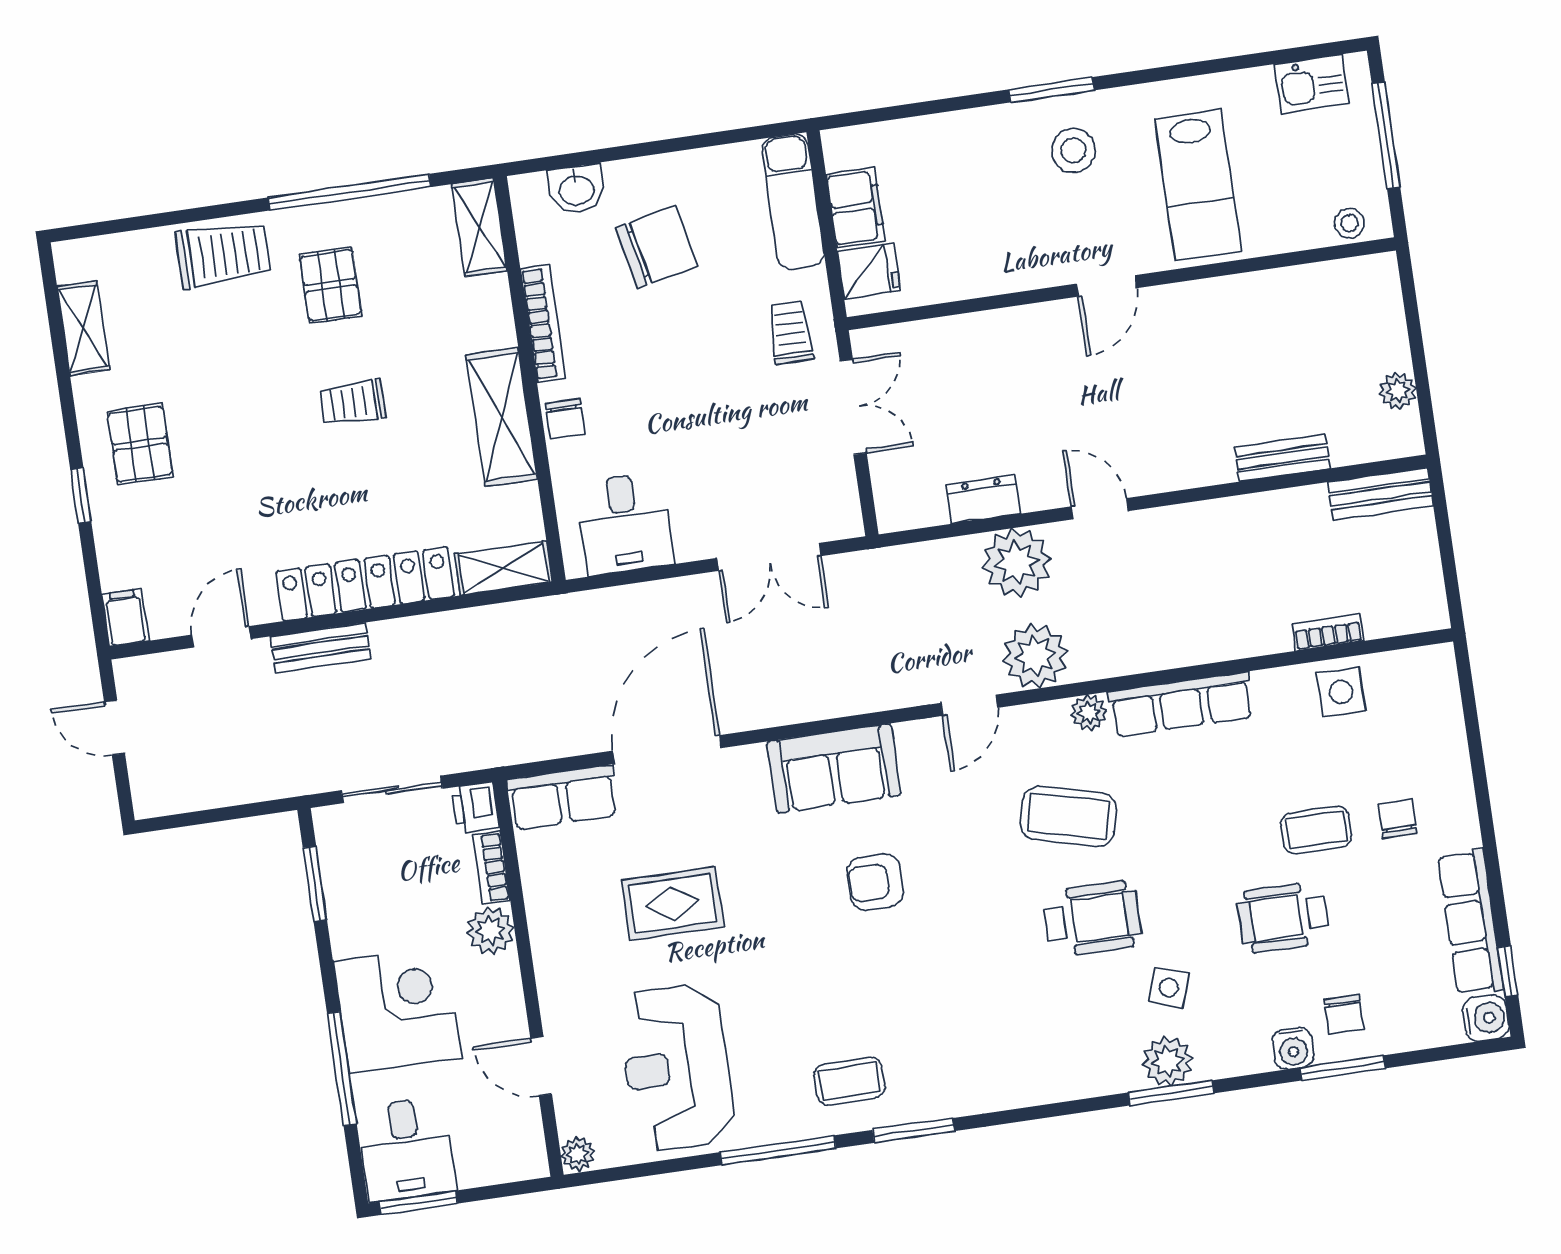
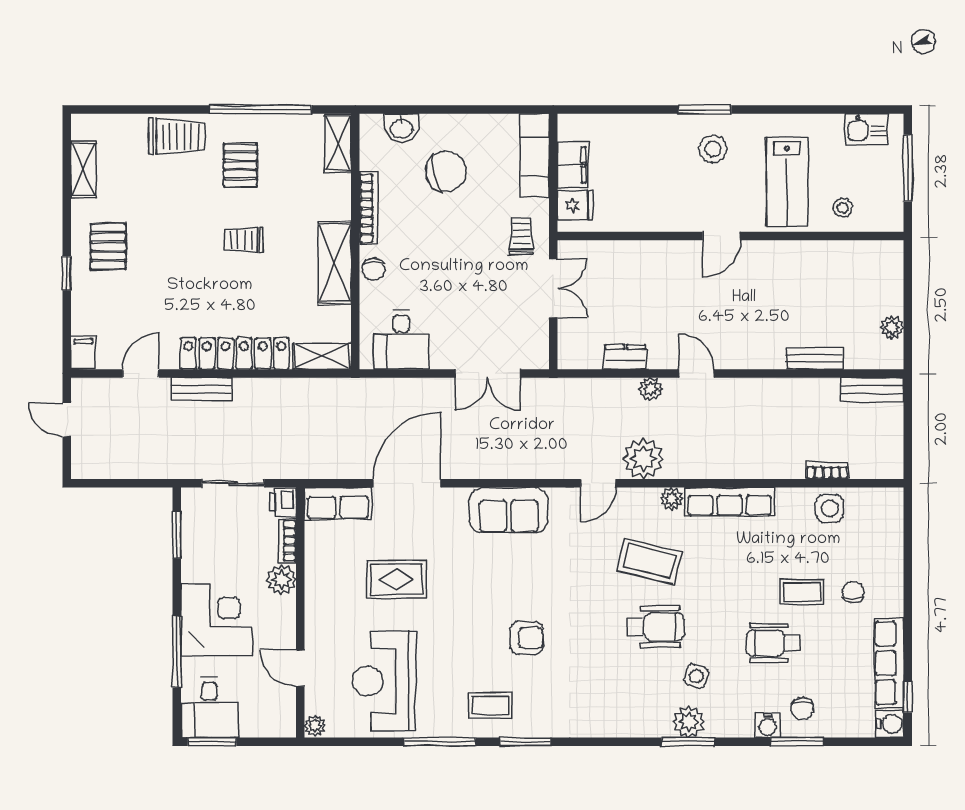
stool: (1349, 223) -> (843, 208), moved
plant: (1017, 563) -> (651, 389), width x0.53, depth x0.53
armchair: (875, 882) -> (527, 638), moved, turned 180

